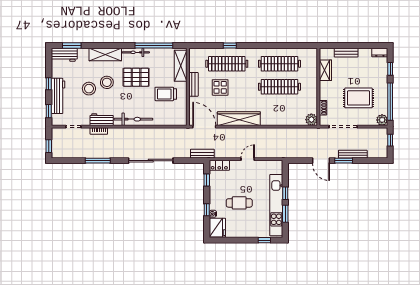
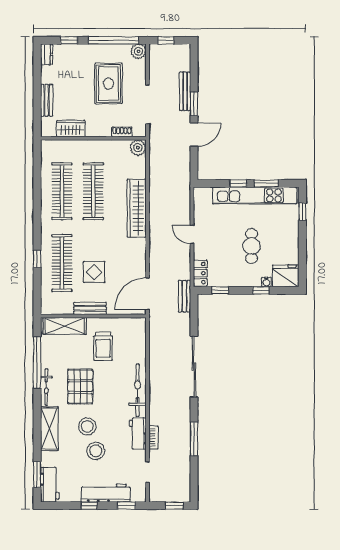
wardrobe: (239, 119) -> (137, 208), moved

